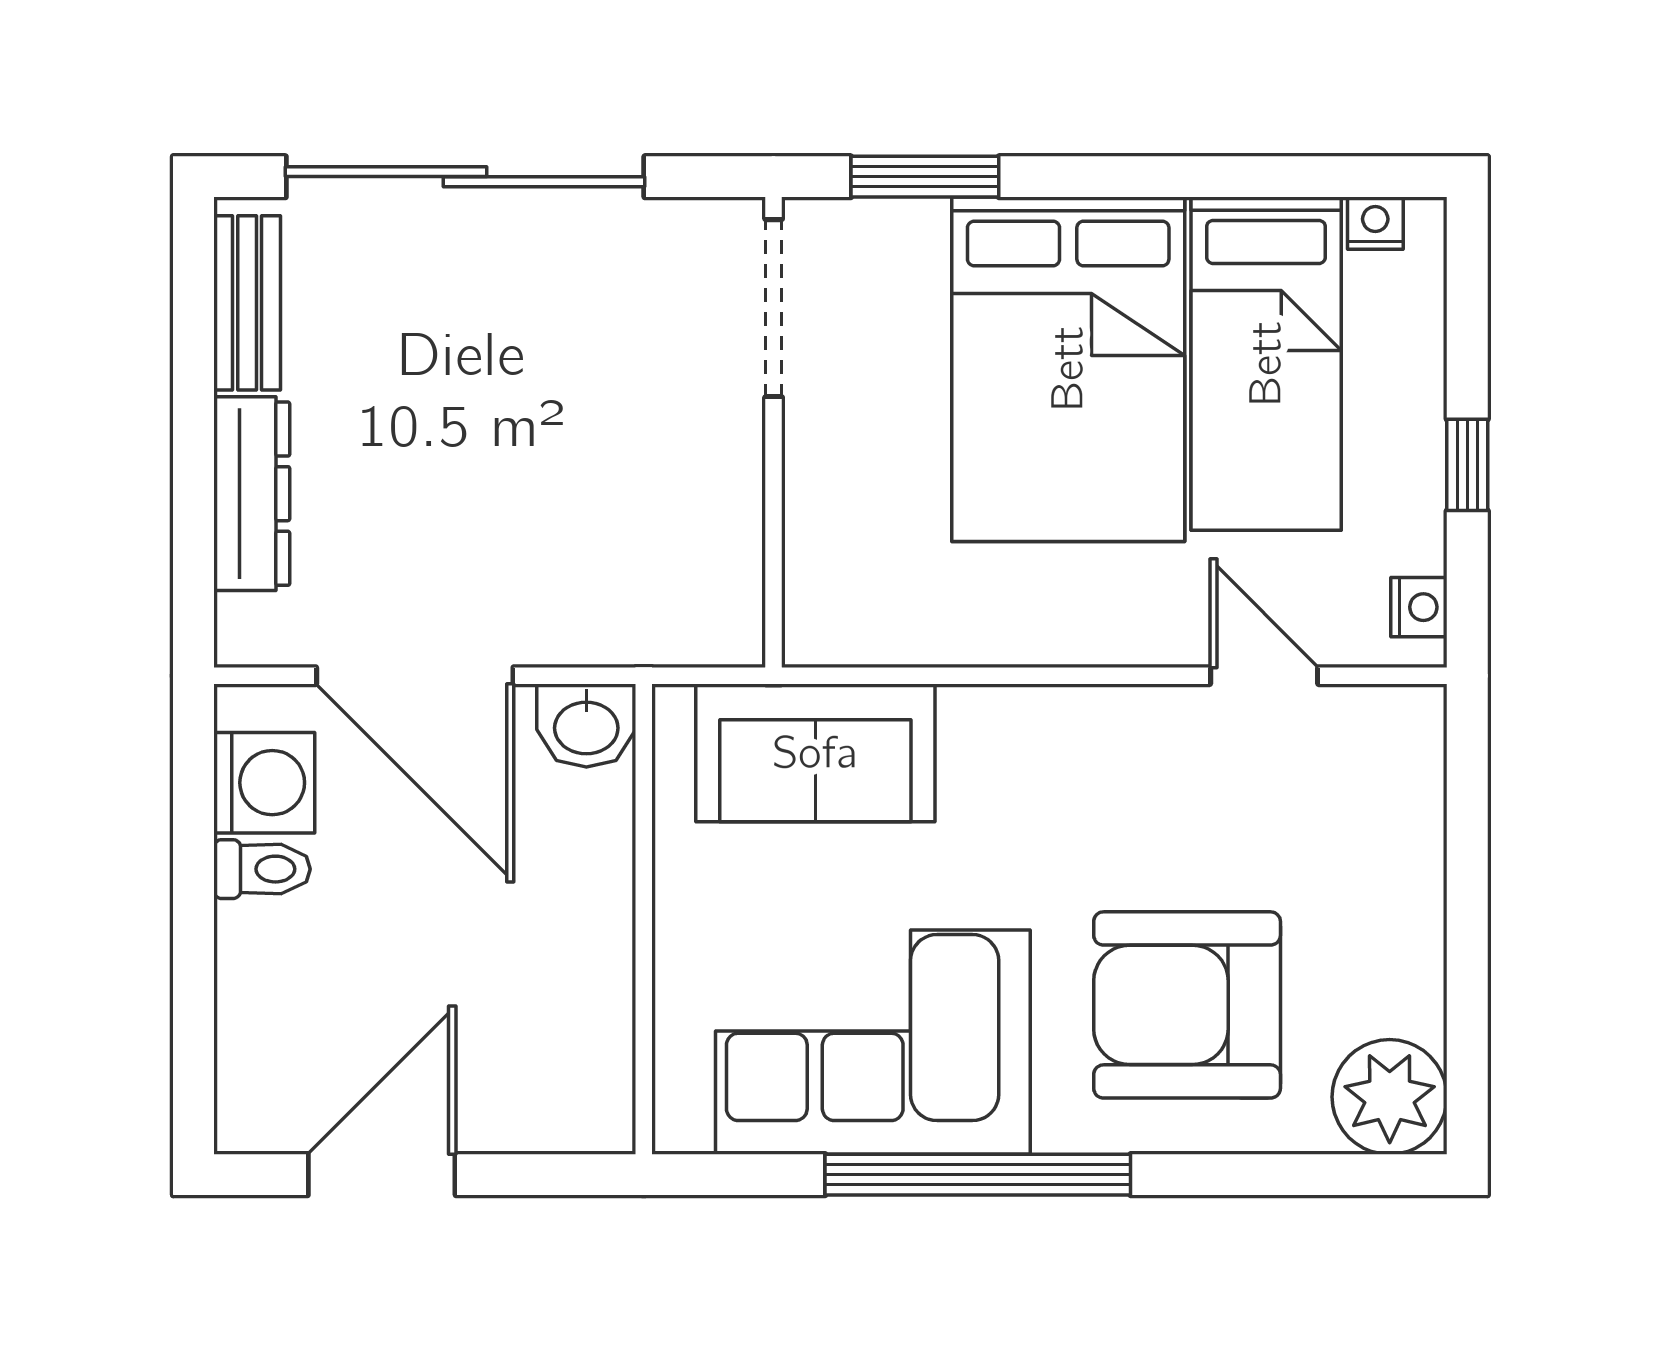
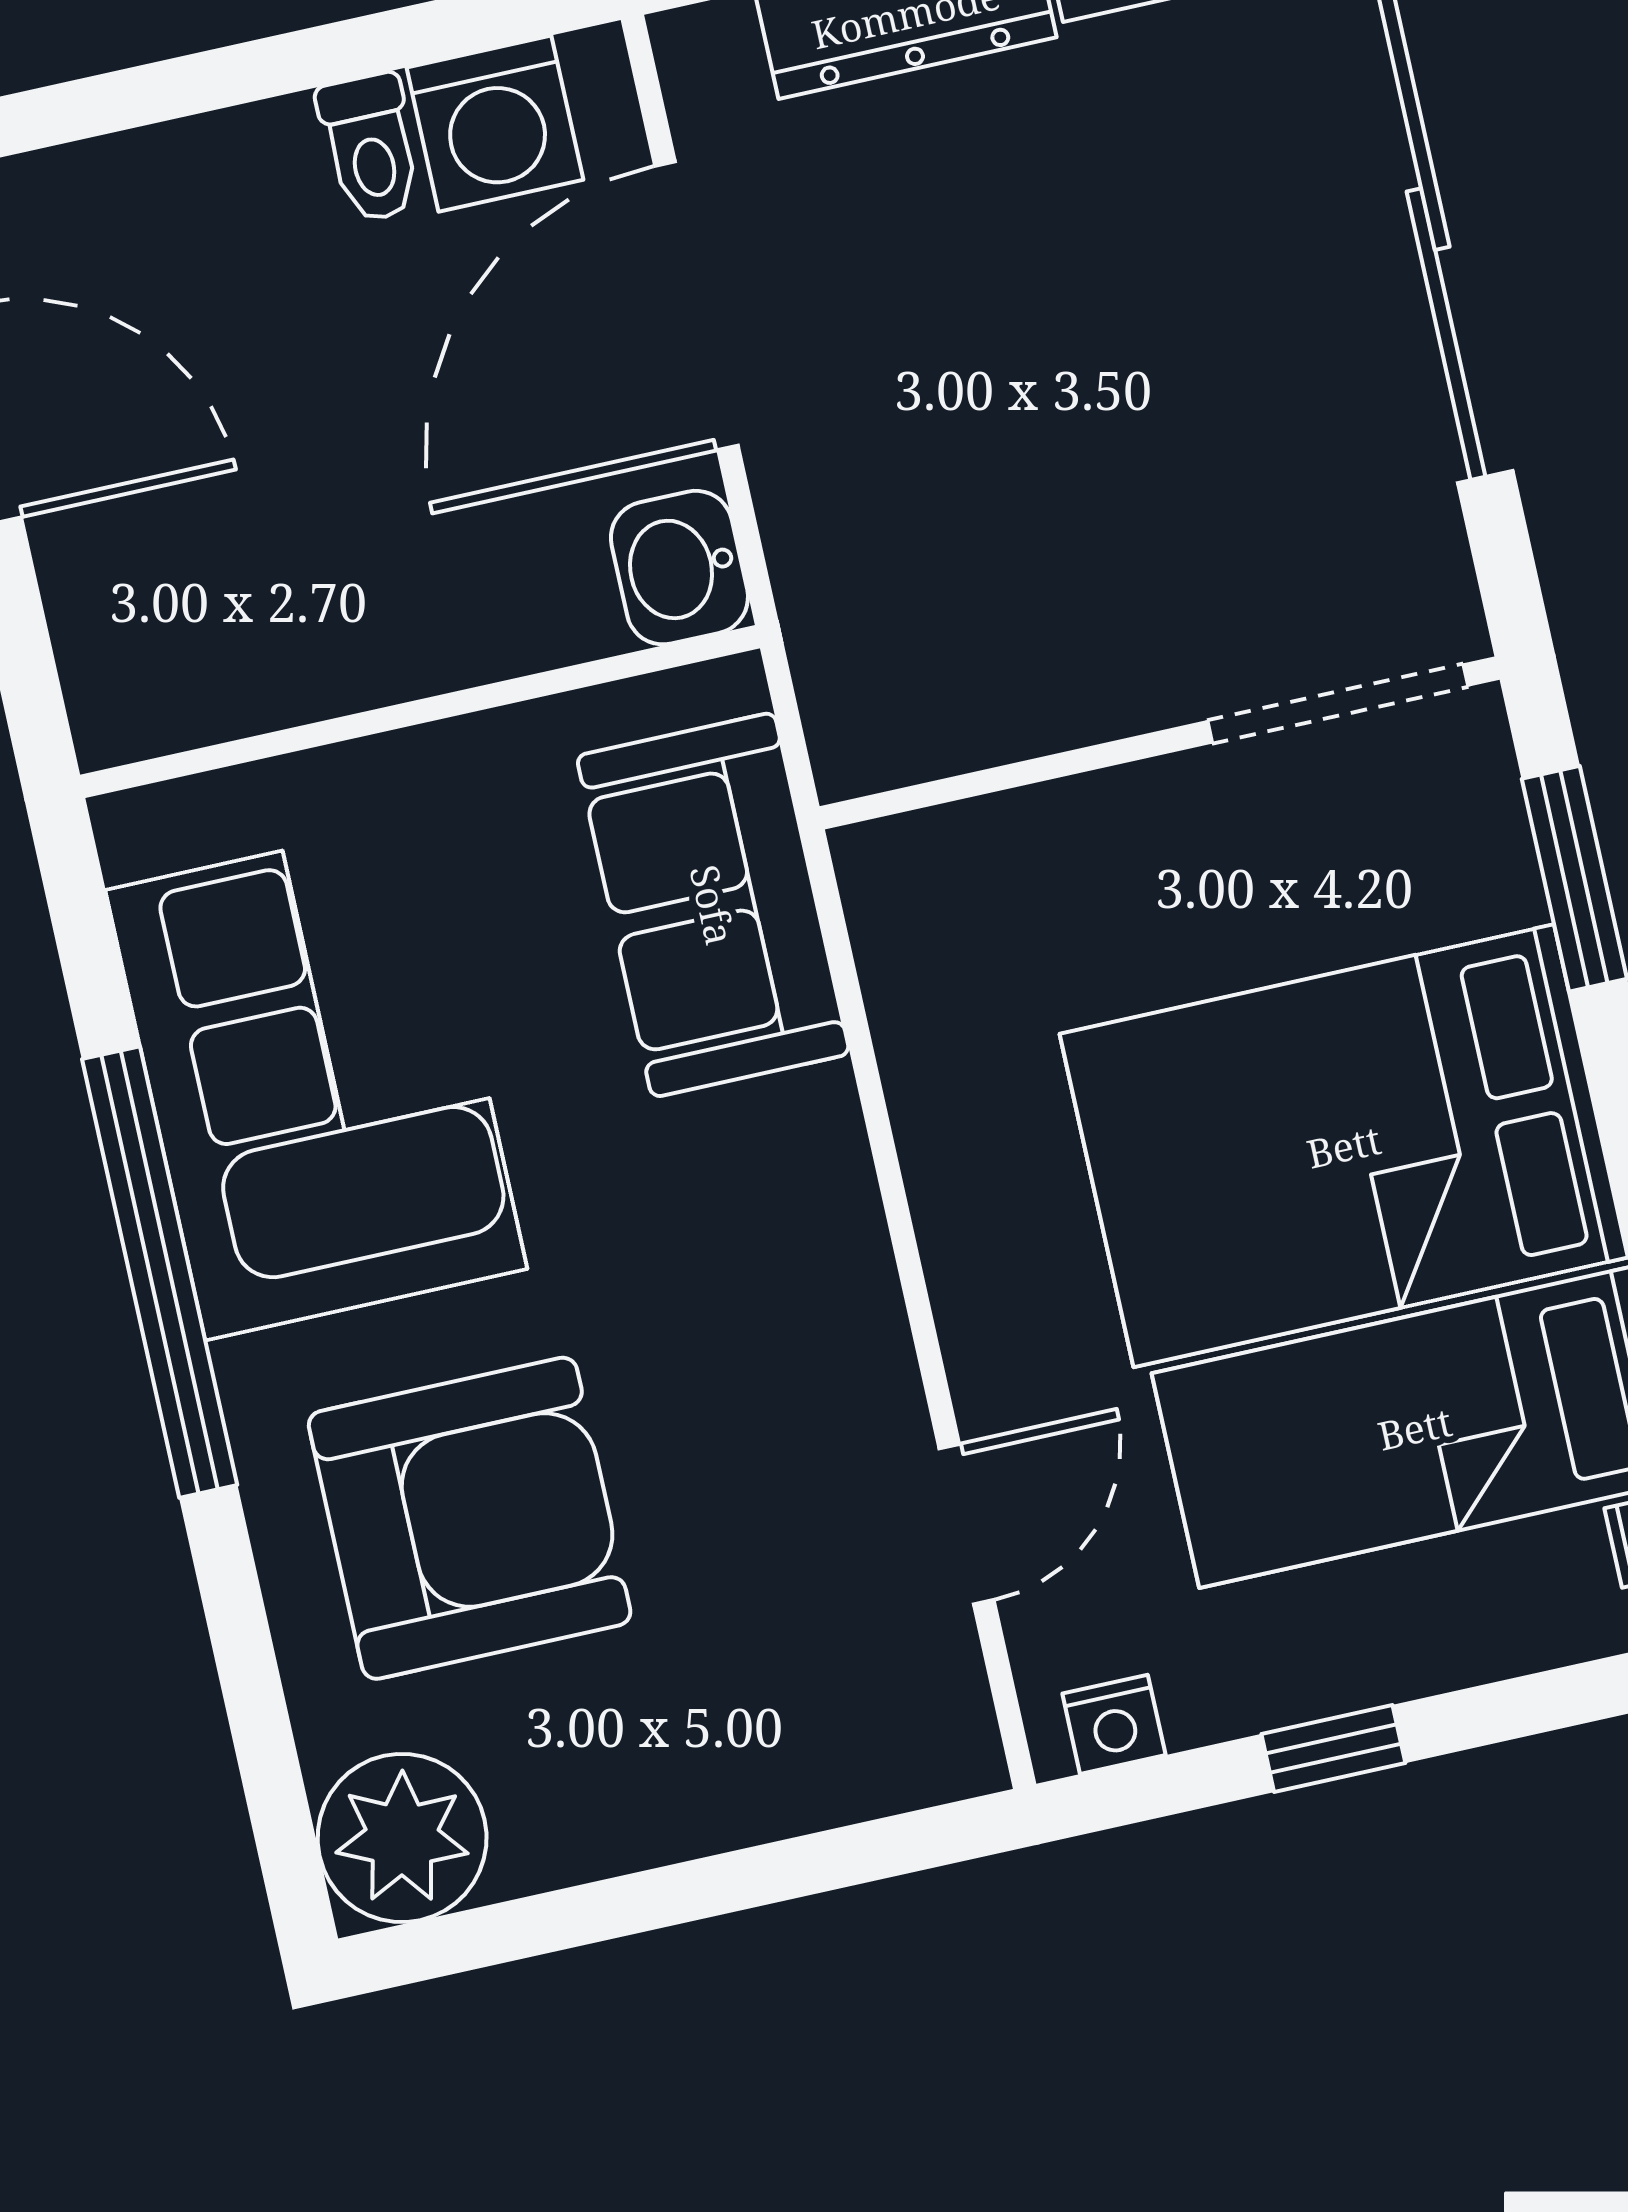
armchair: (1187, 1005) -> (470, 1518), turned 90

